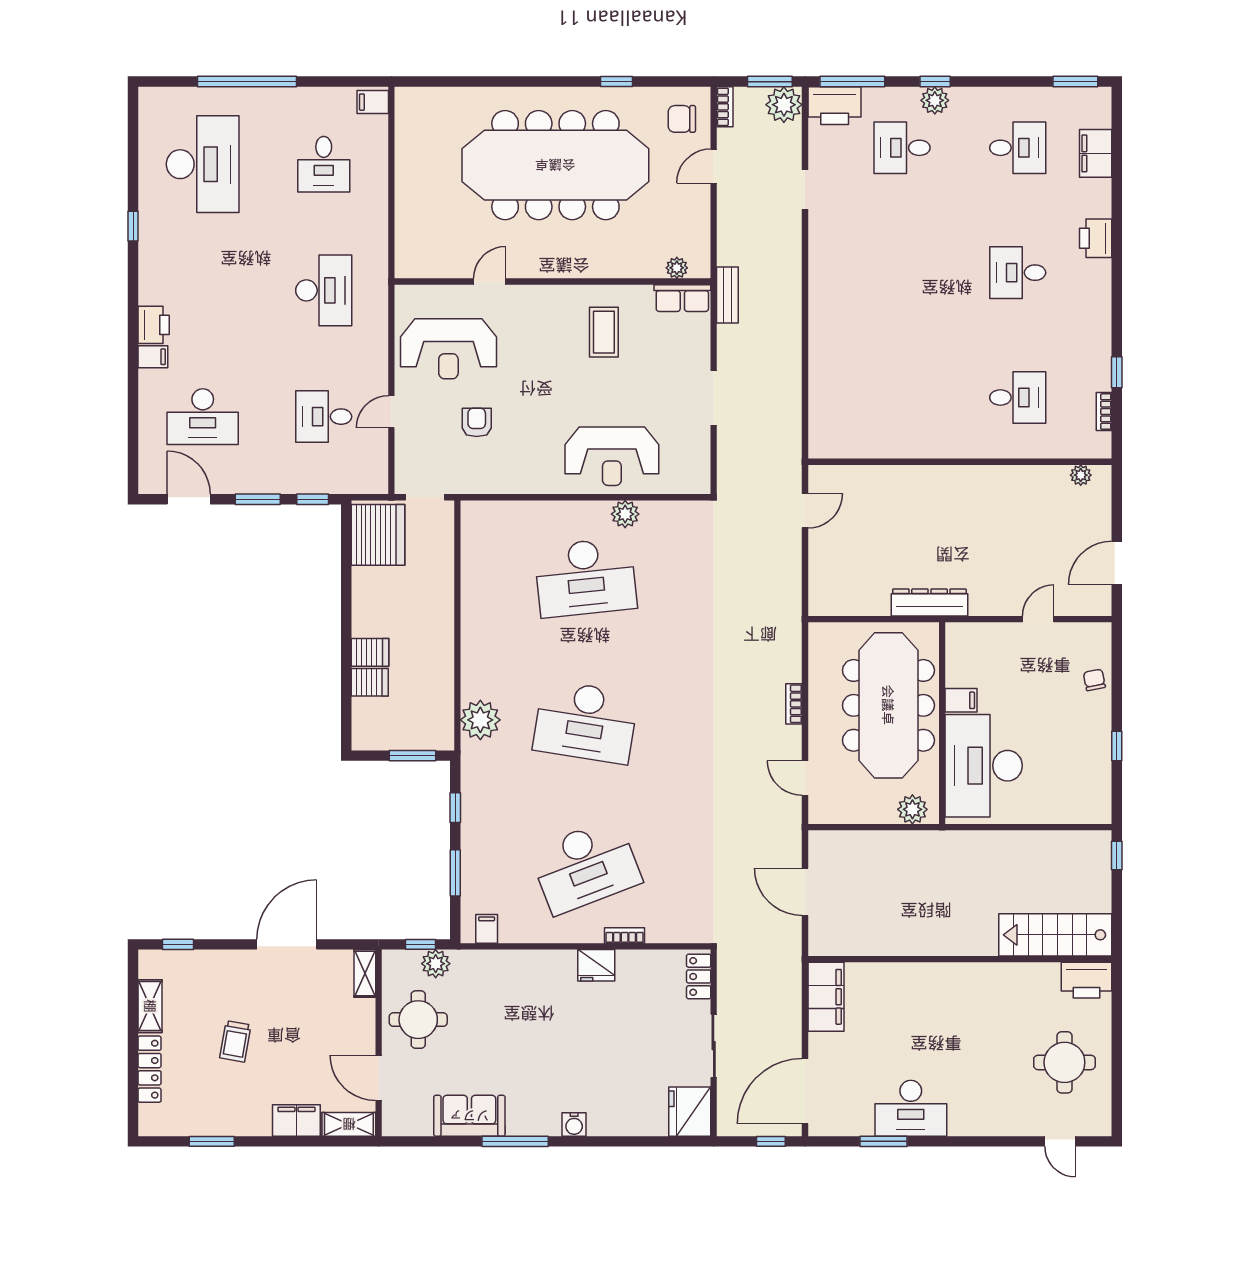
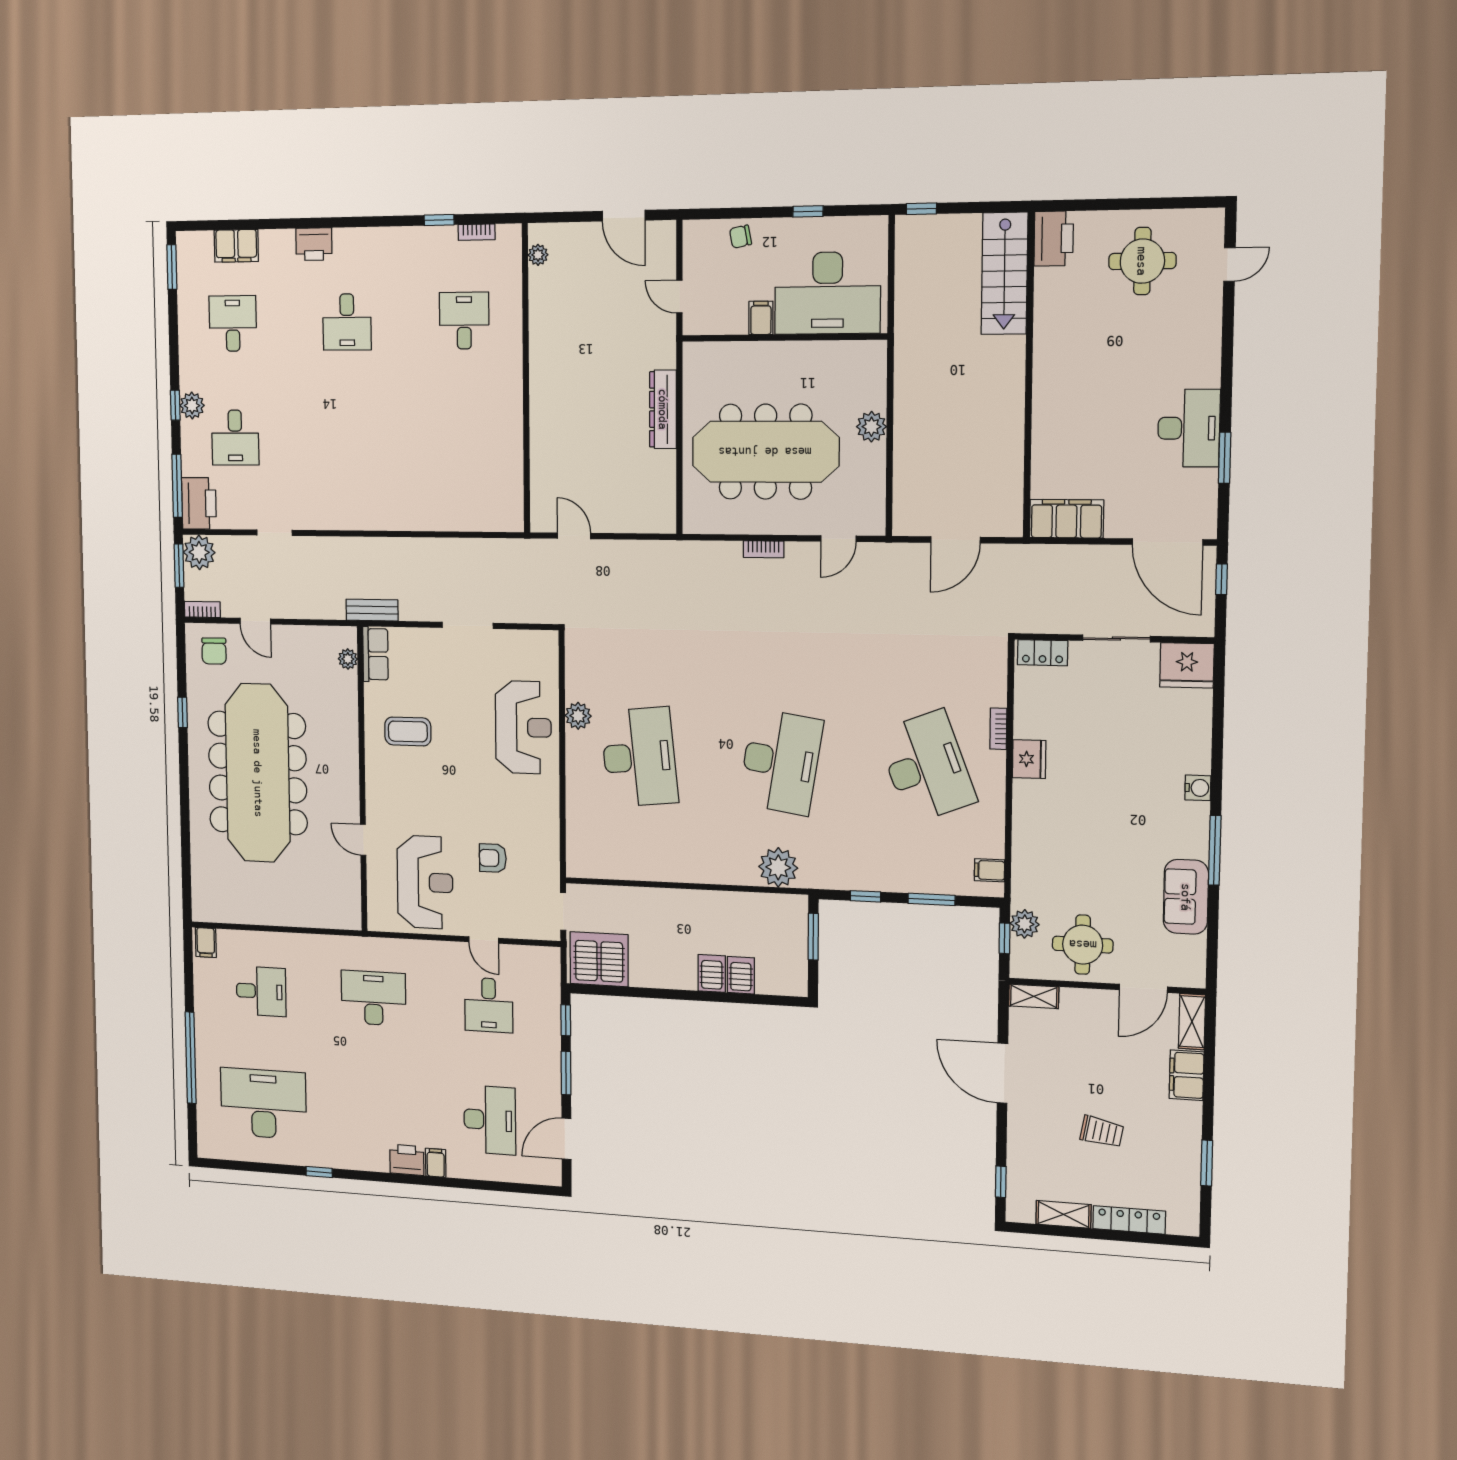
filing cabinet: (961, 700) -> (761, 318), moved
wall: (942, 723) -> (784, 337), moved
desk: (984, 766) -> (828, 293), moved

